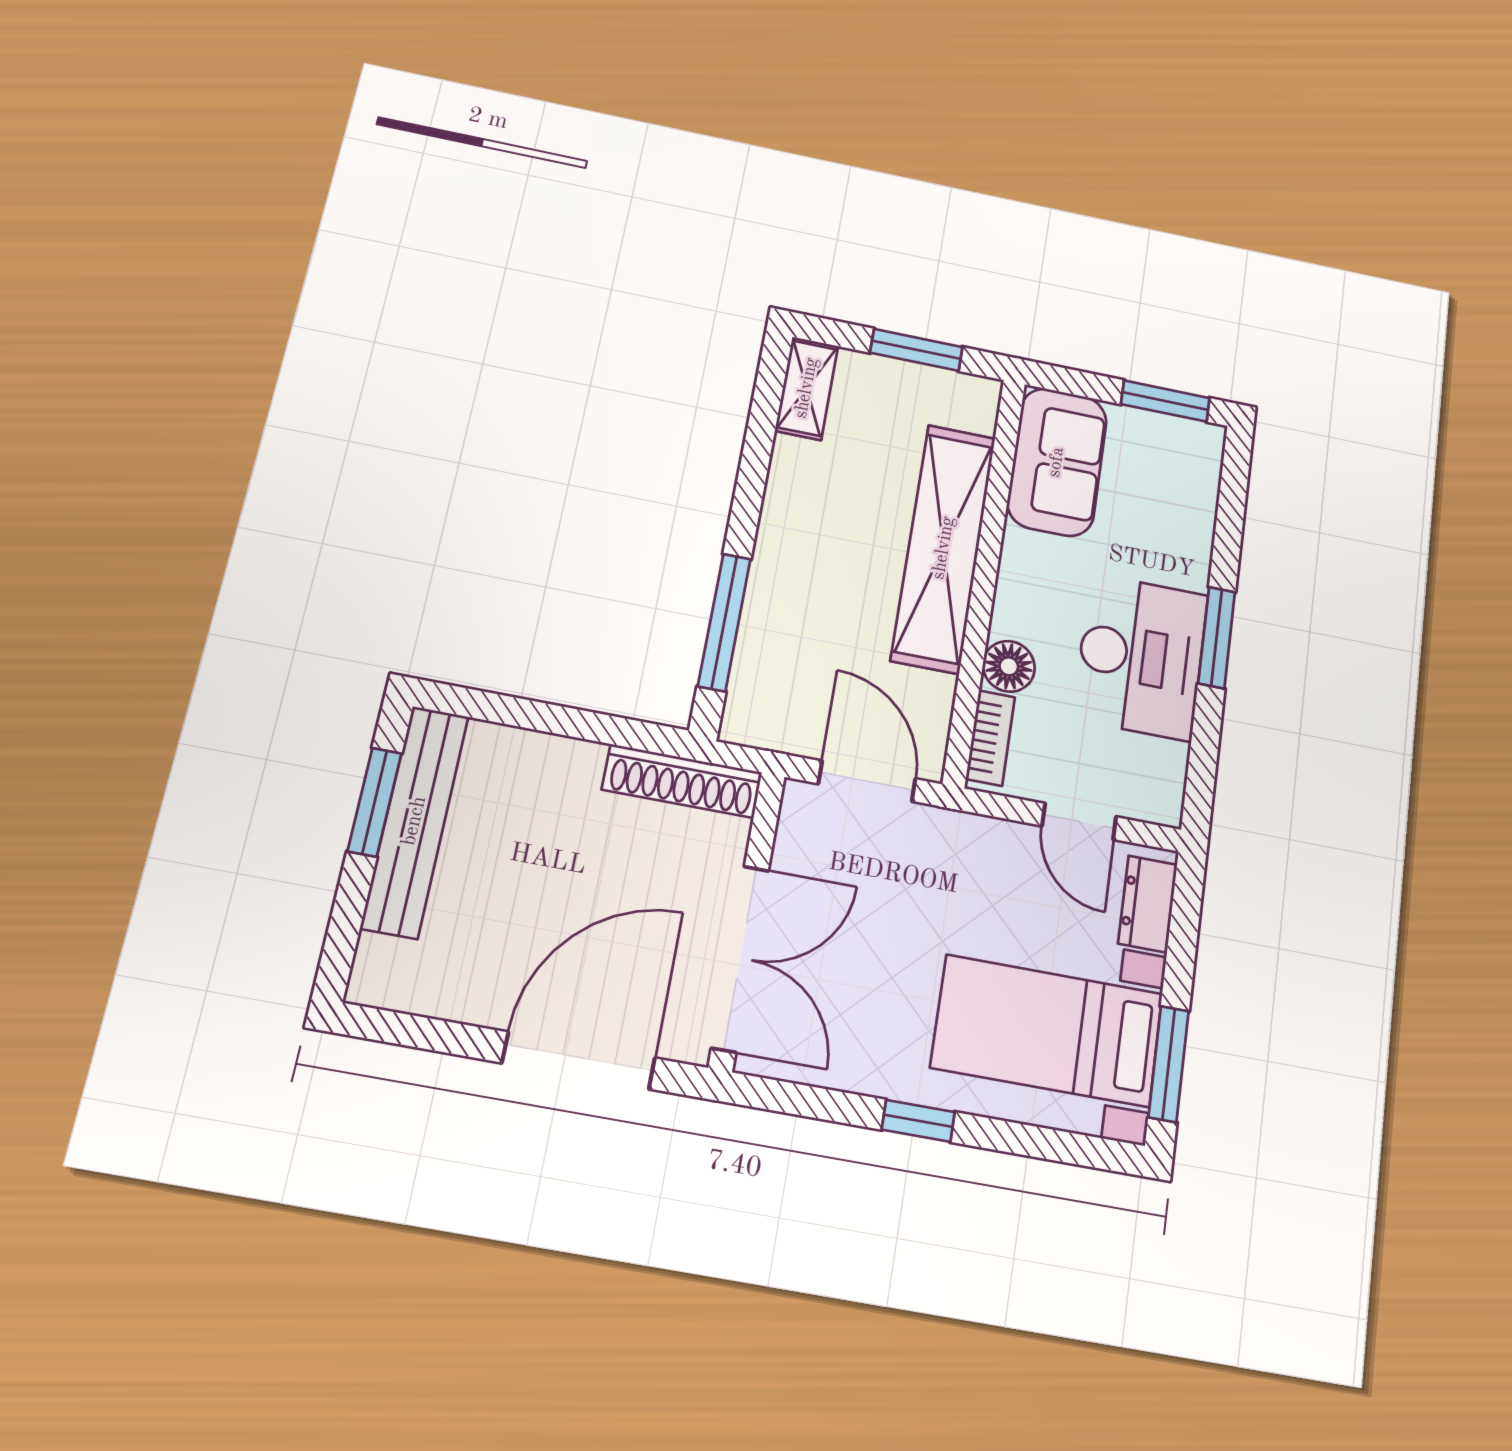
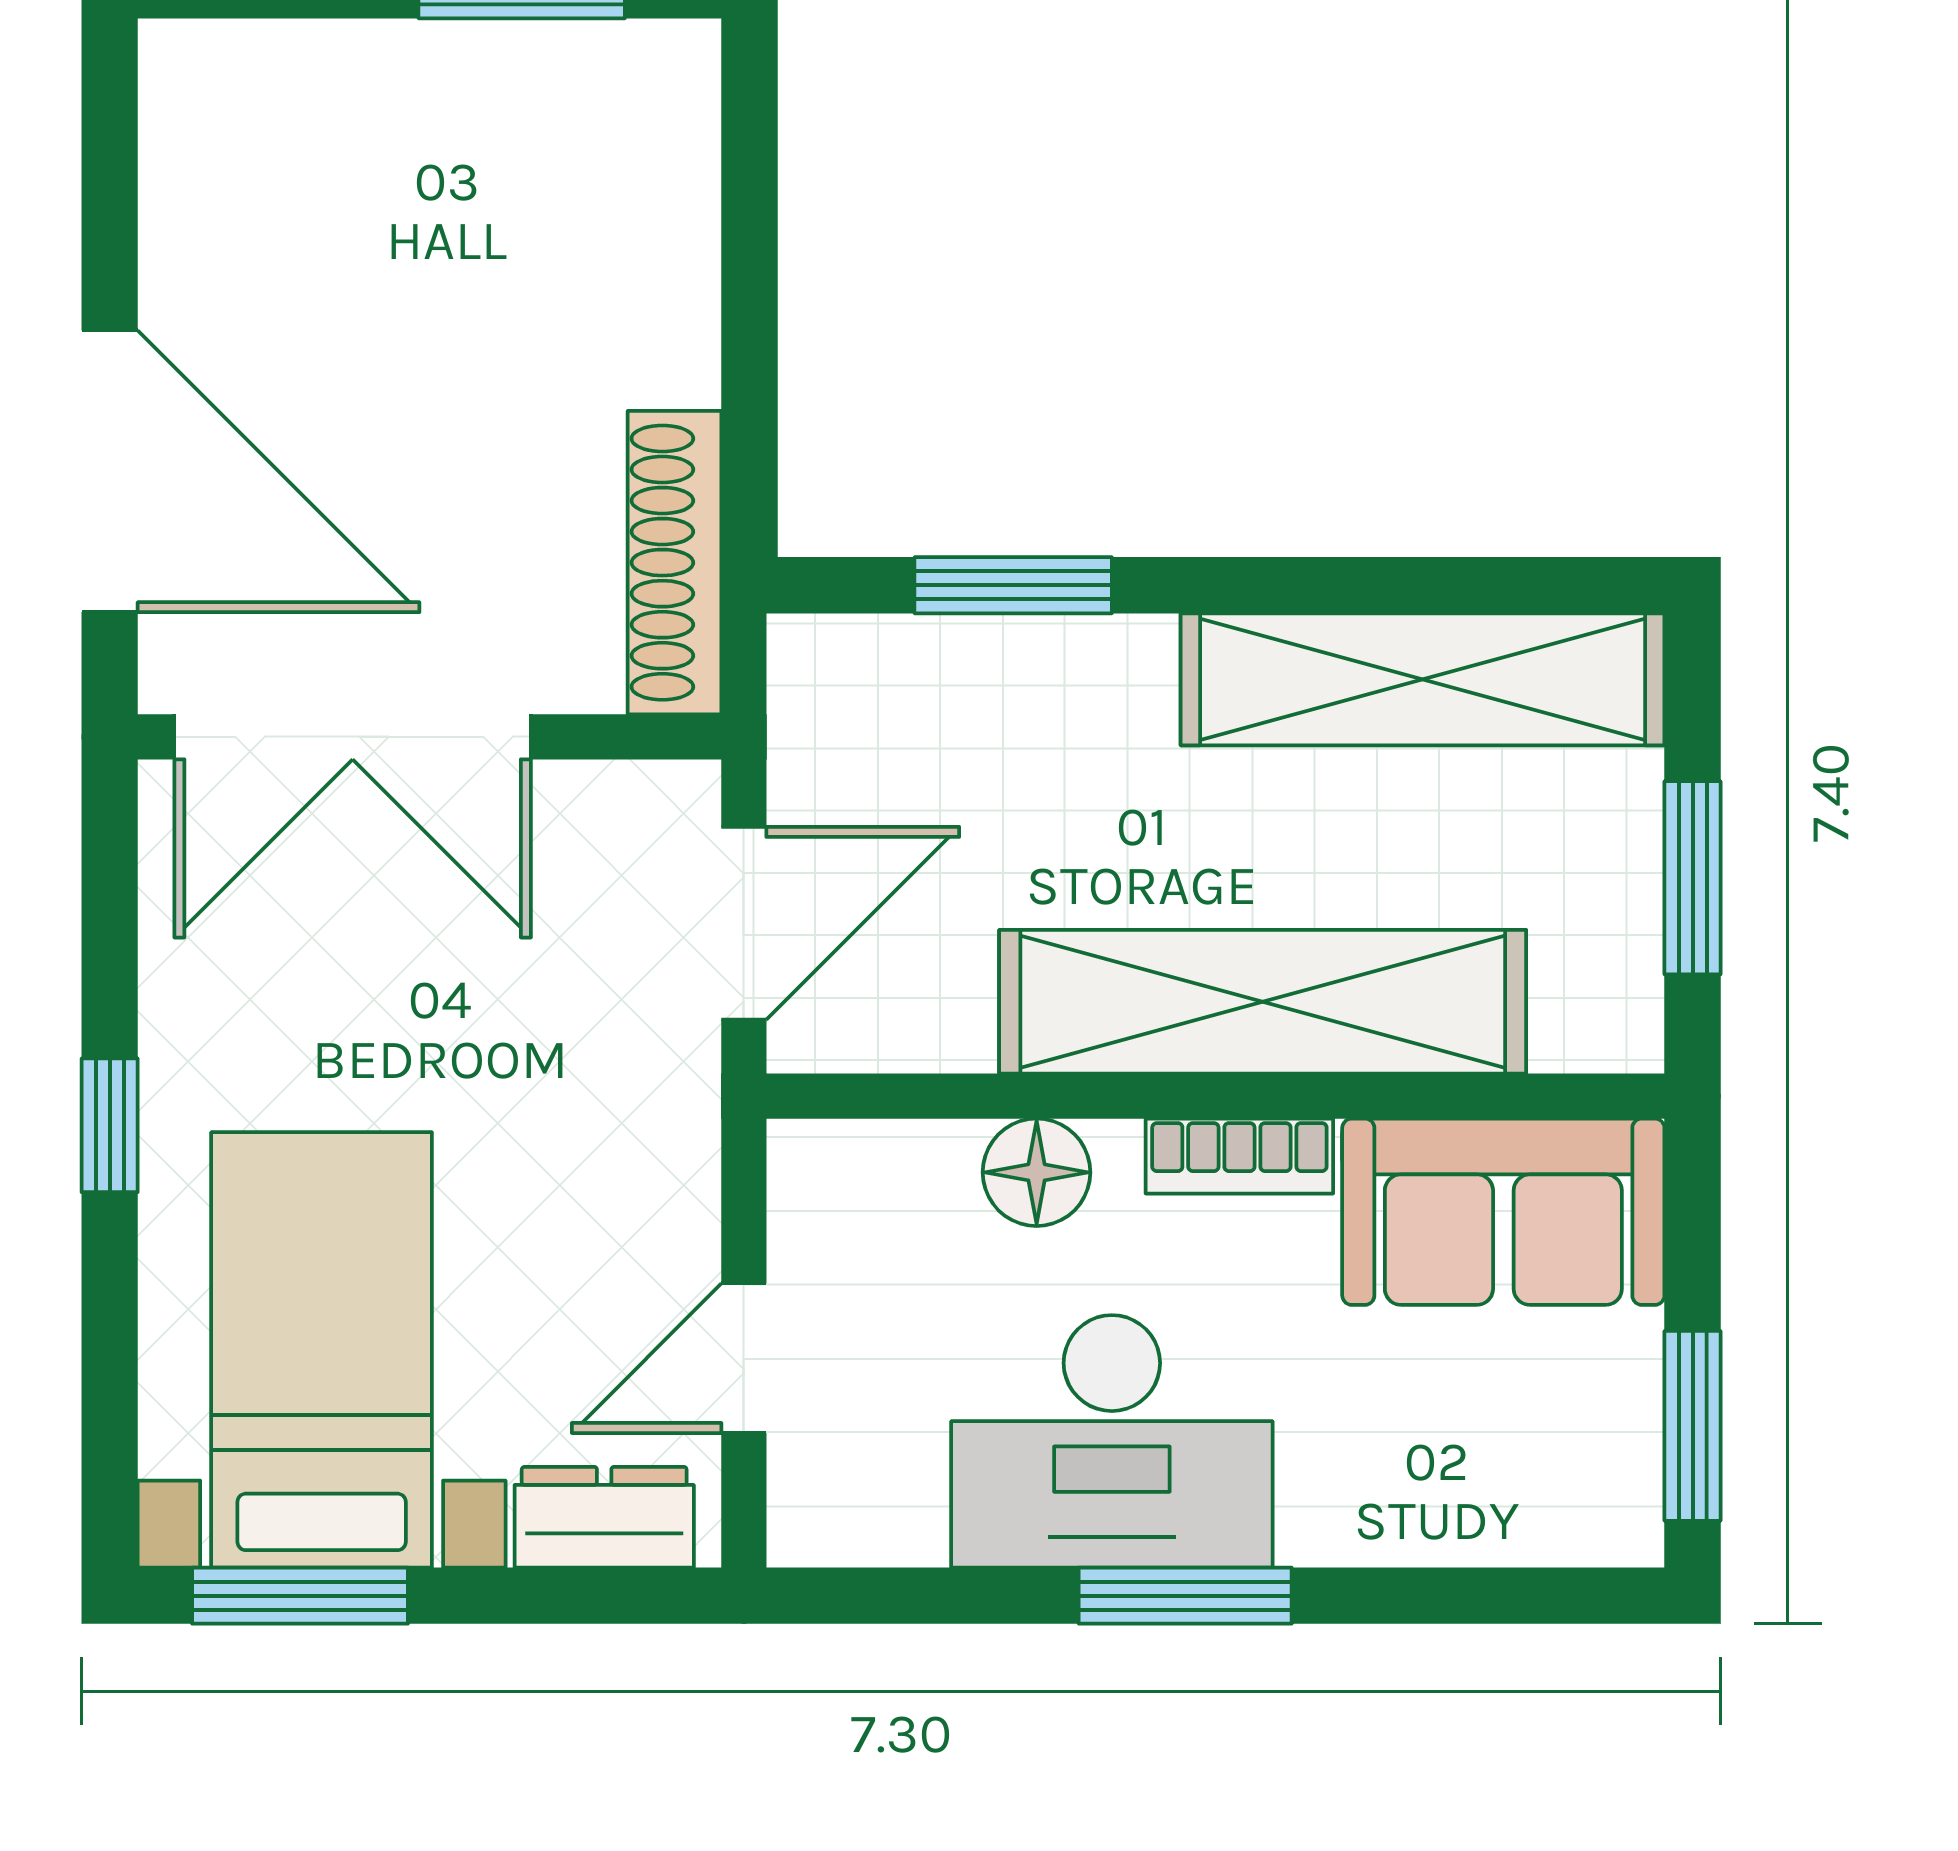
shelving: (807, 388) -> (1423, 679), width x2.20, depth x1.33
window: (724, 622) -> (1013, 585), width x0.69
bookcase: (990, 738) -> (1239, 1156), moved
bench: (415, 821) -> (500, 73), removed

